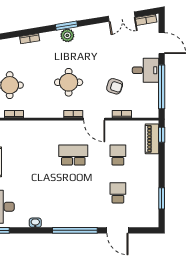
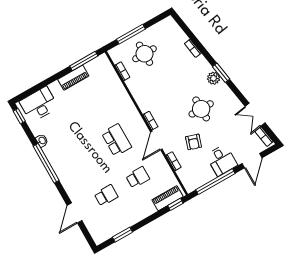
round table: (69, 82) -> (201, 109), moved
window: (75, 230) -> (46, 163), moved

